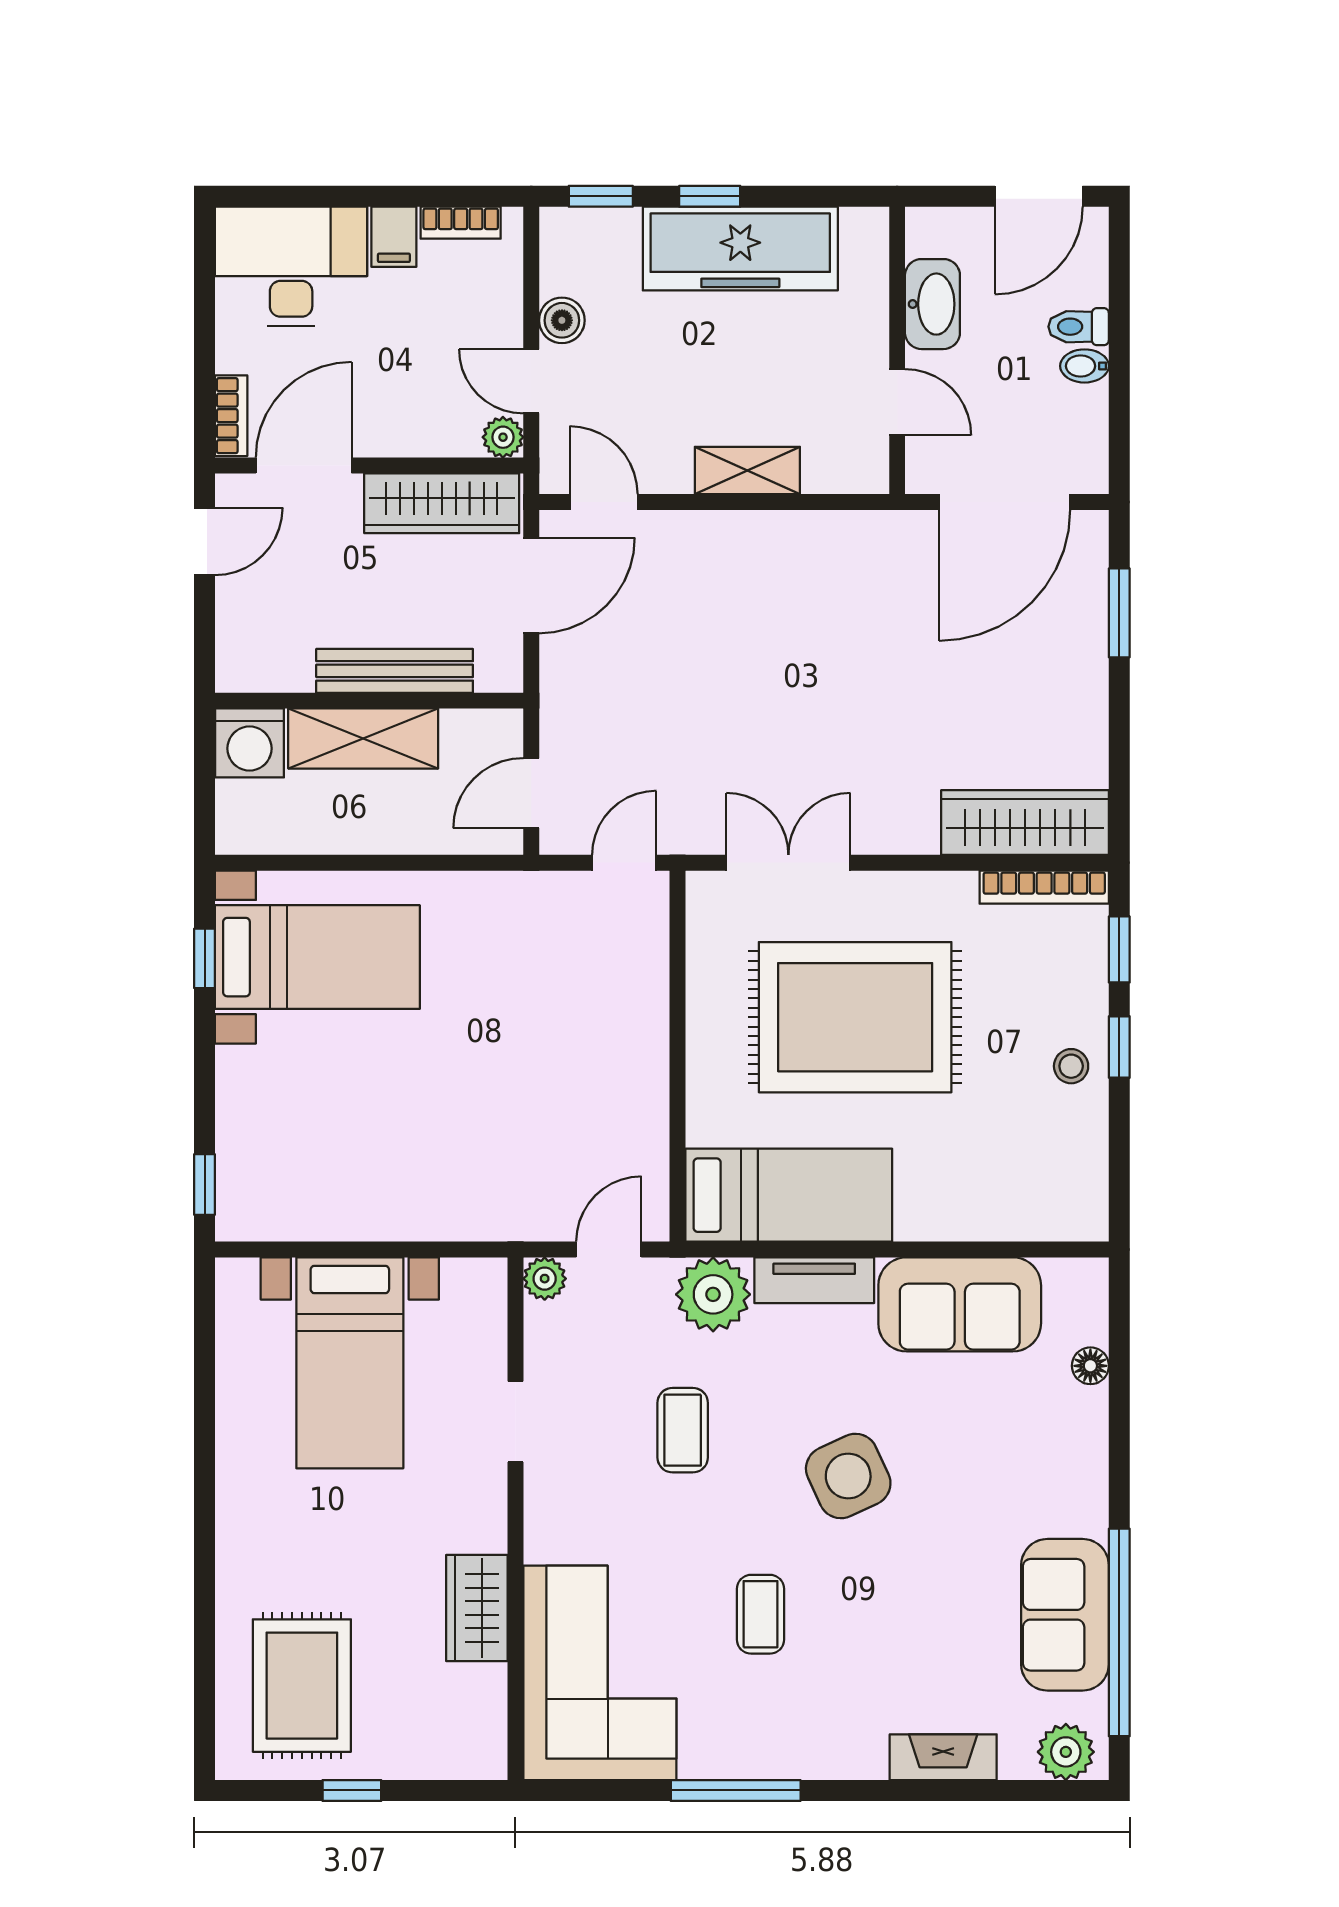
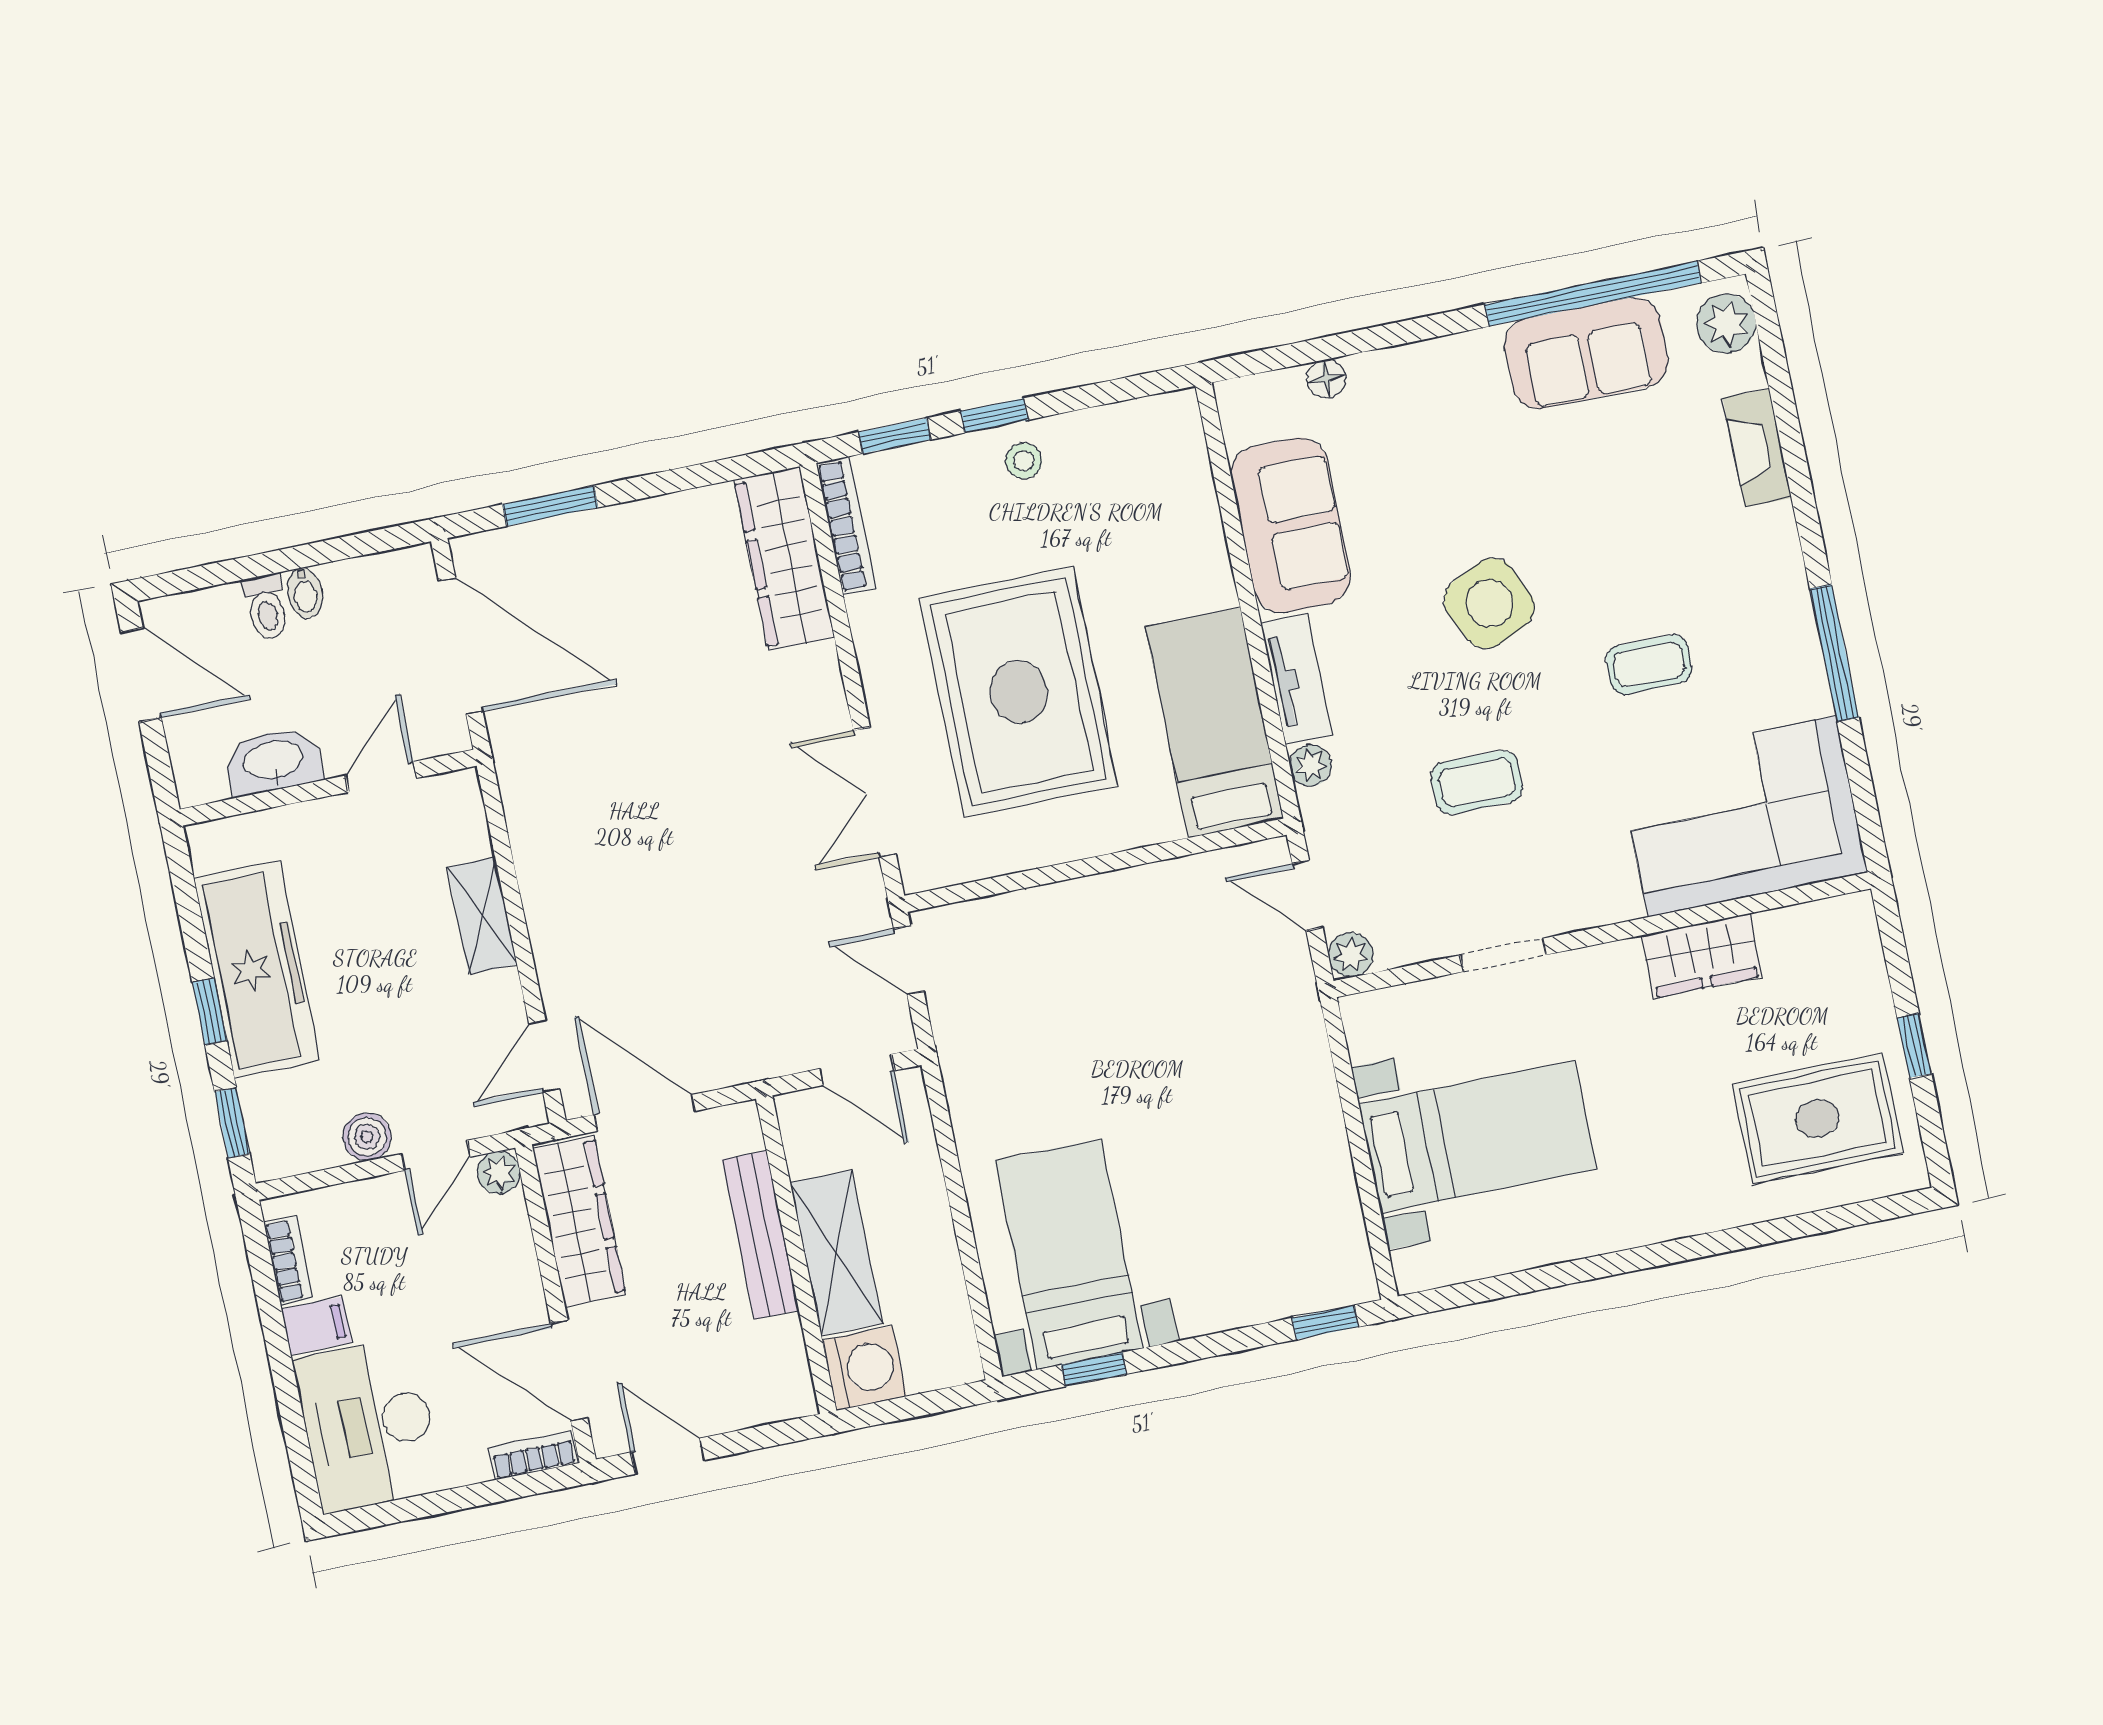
plant: (713, 1294) -> (1310, 765), width x0.53, depth x0.53

